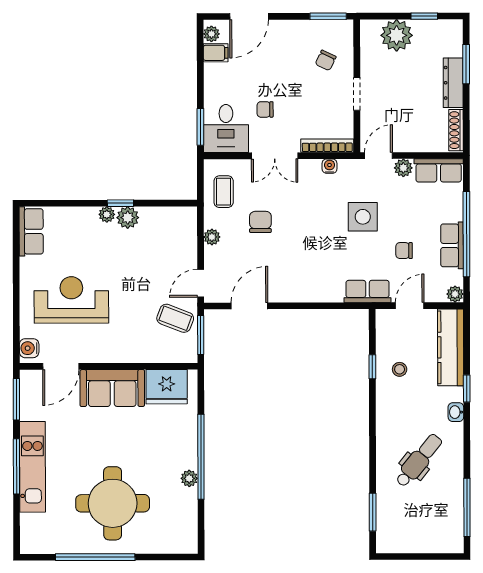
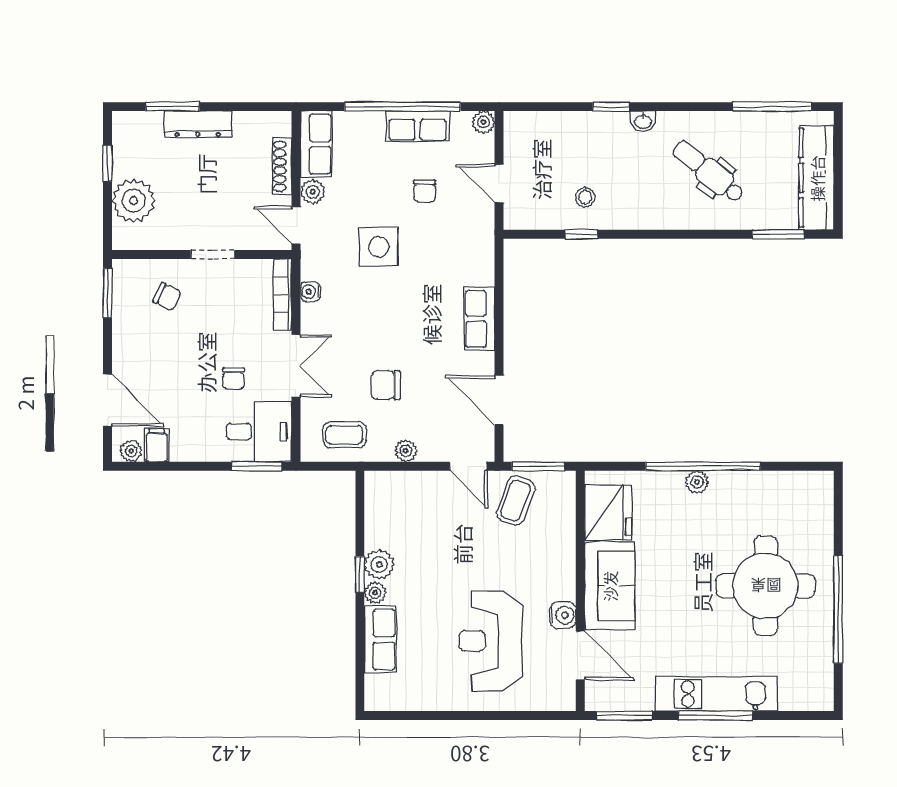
shoe rack: (456, 130) -> (282, 166), moved, turned 90
row of seats: (31, 231) -> (380, 640), moved, turned 90
row of seats: (368, 291) -> (480, 319), moved
kitchen counter: (451, 347) -> (817, 178), moved, turned 90
water cooler: (29, 348) -> (563, 615), moved, turned -90
plant: (189, 478) -> (697, 482), moved

